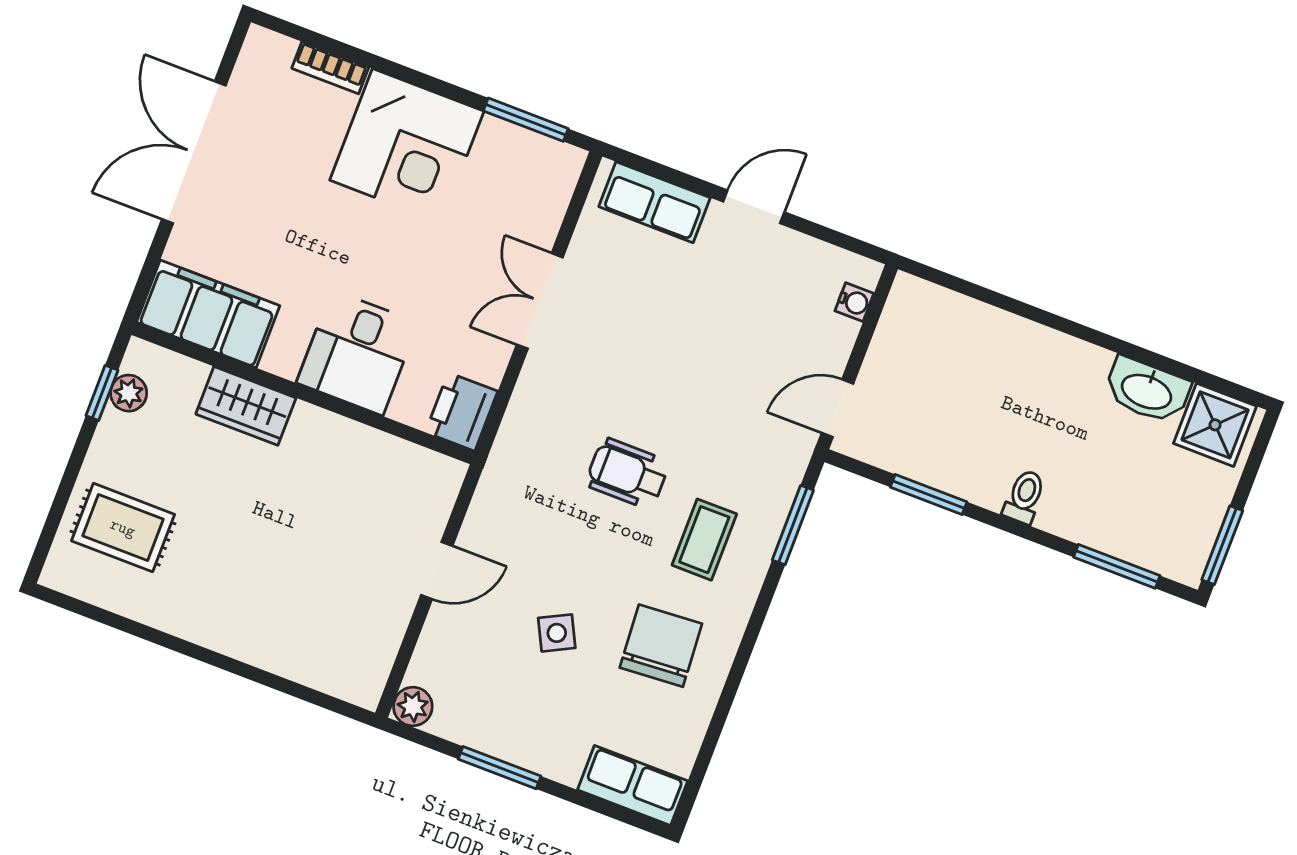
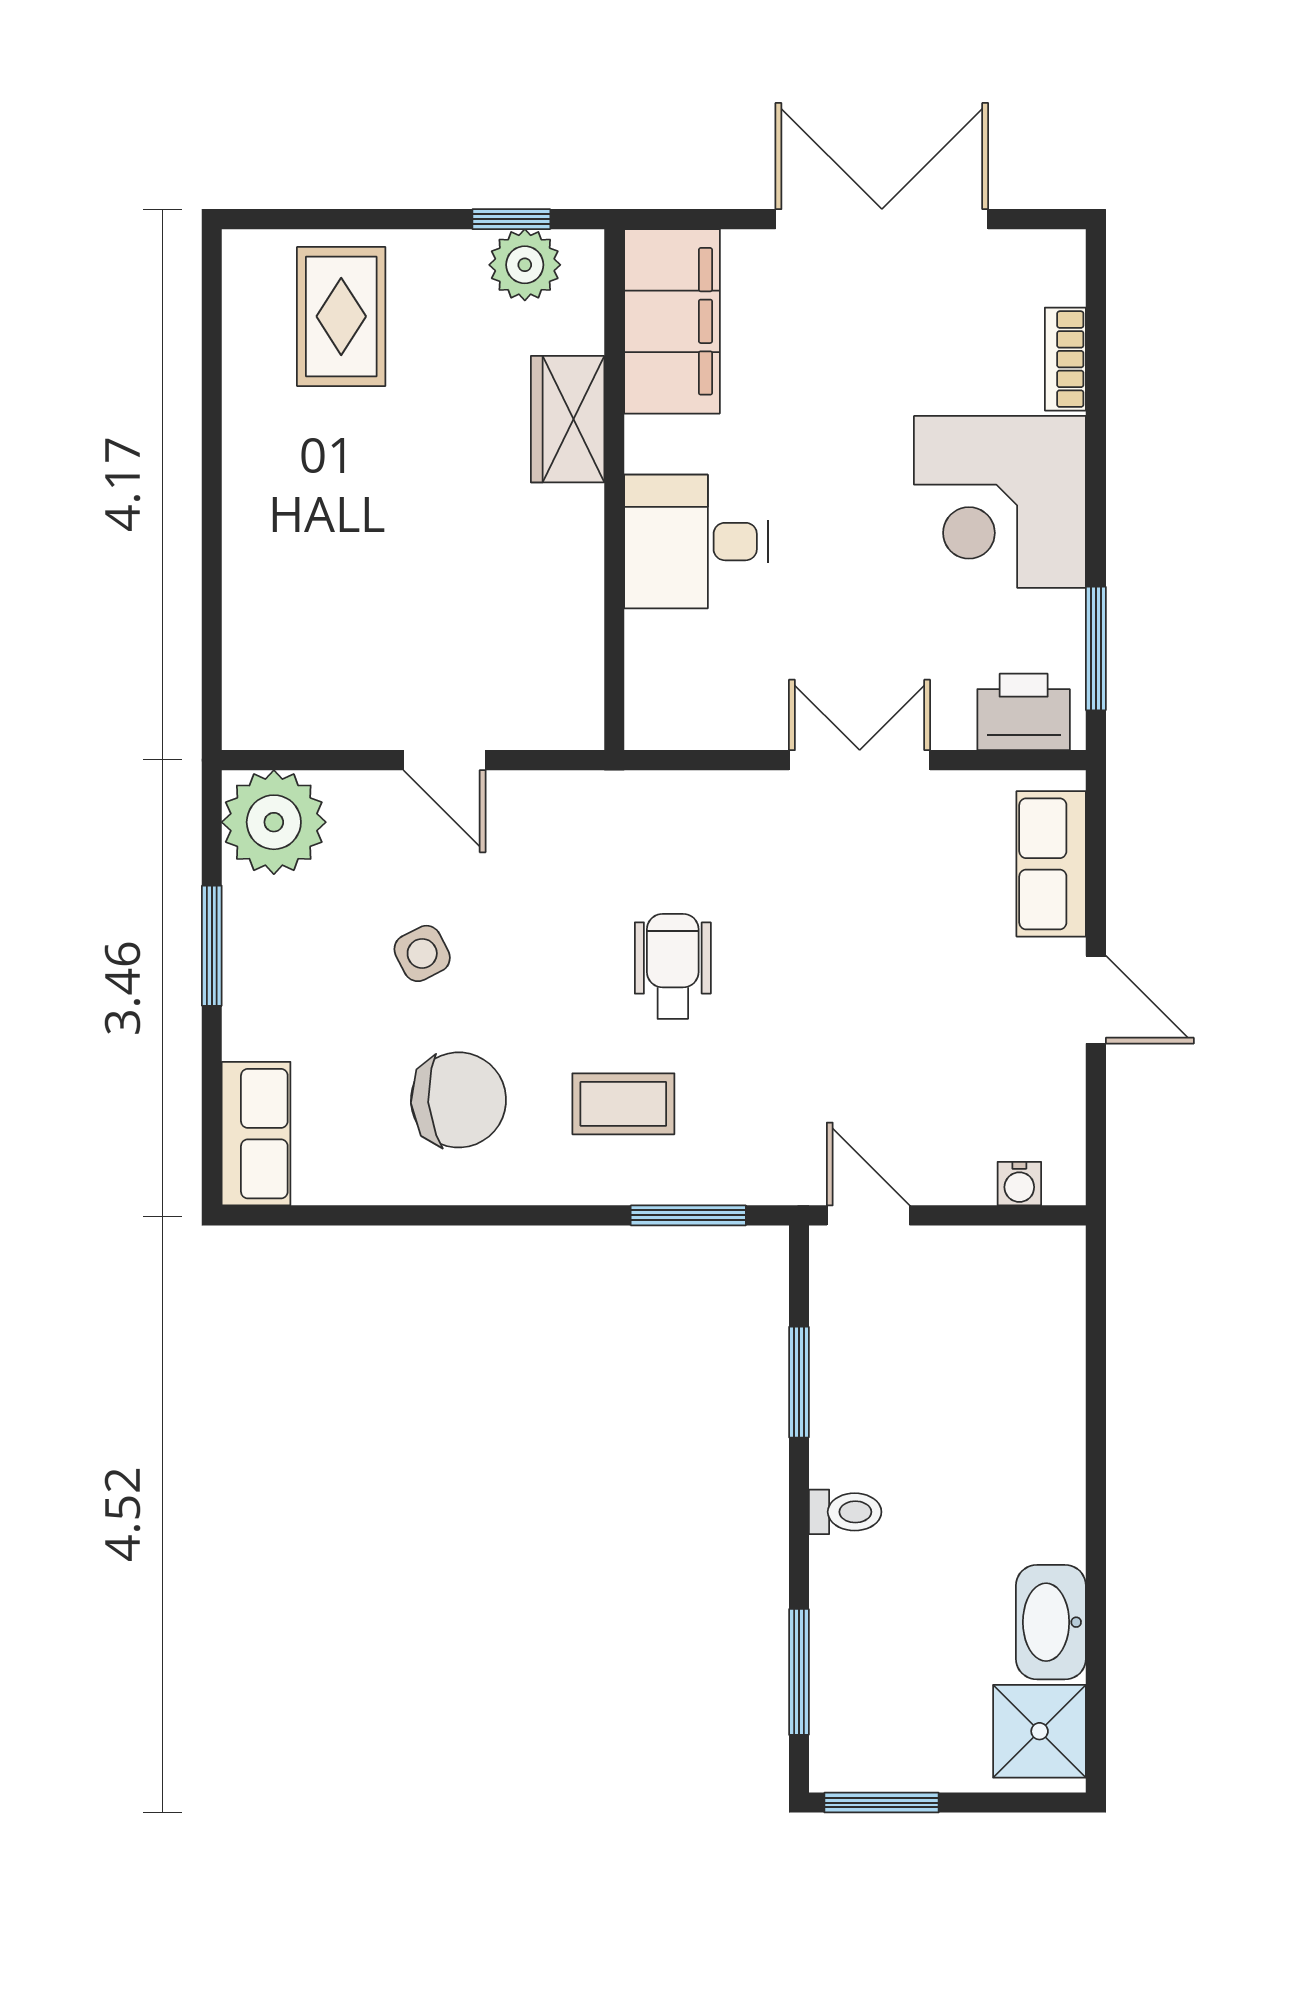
plant: (129, 393) -> (525, 265), width x1.38, depth x1.38
printer: (462, 412) -> (1024, 712), moved
plant: (413, 706) -> (274, 822), width x1.88, depth x1.88

